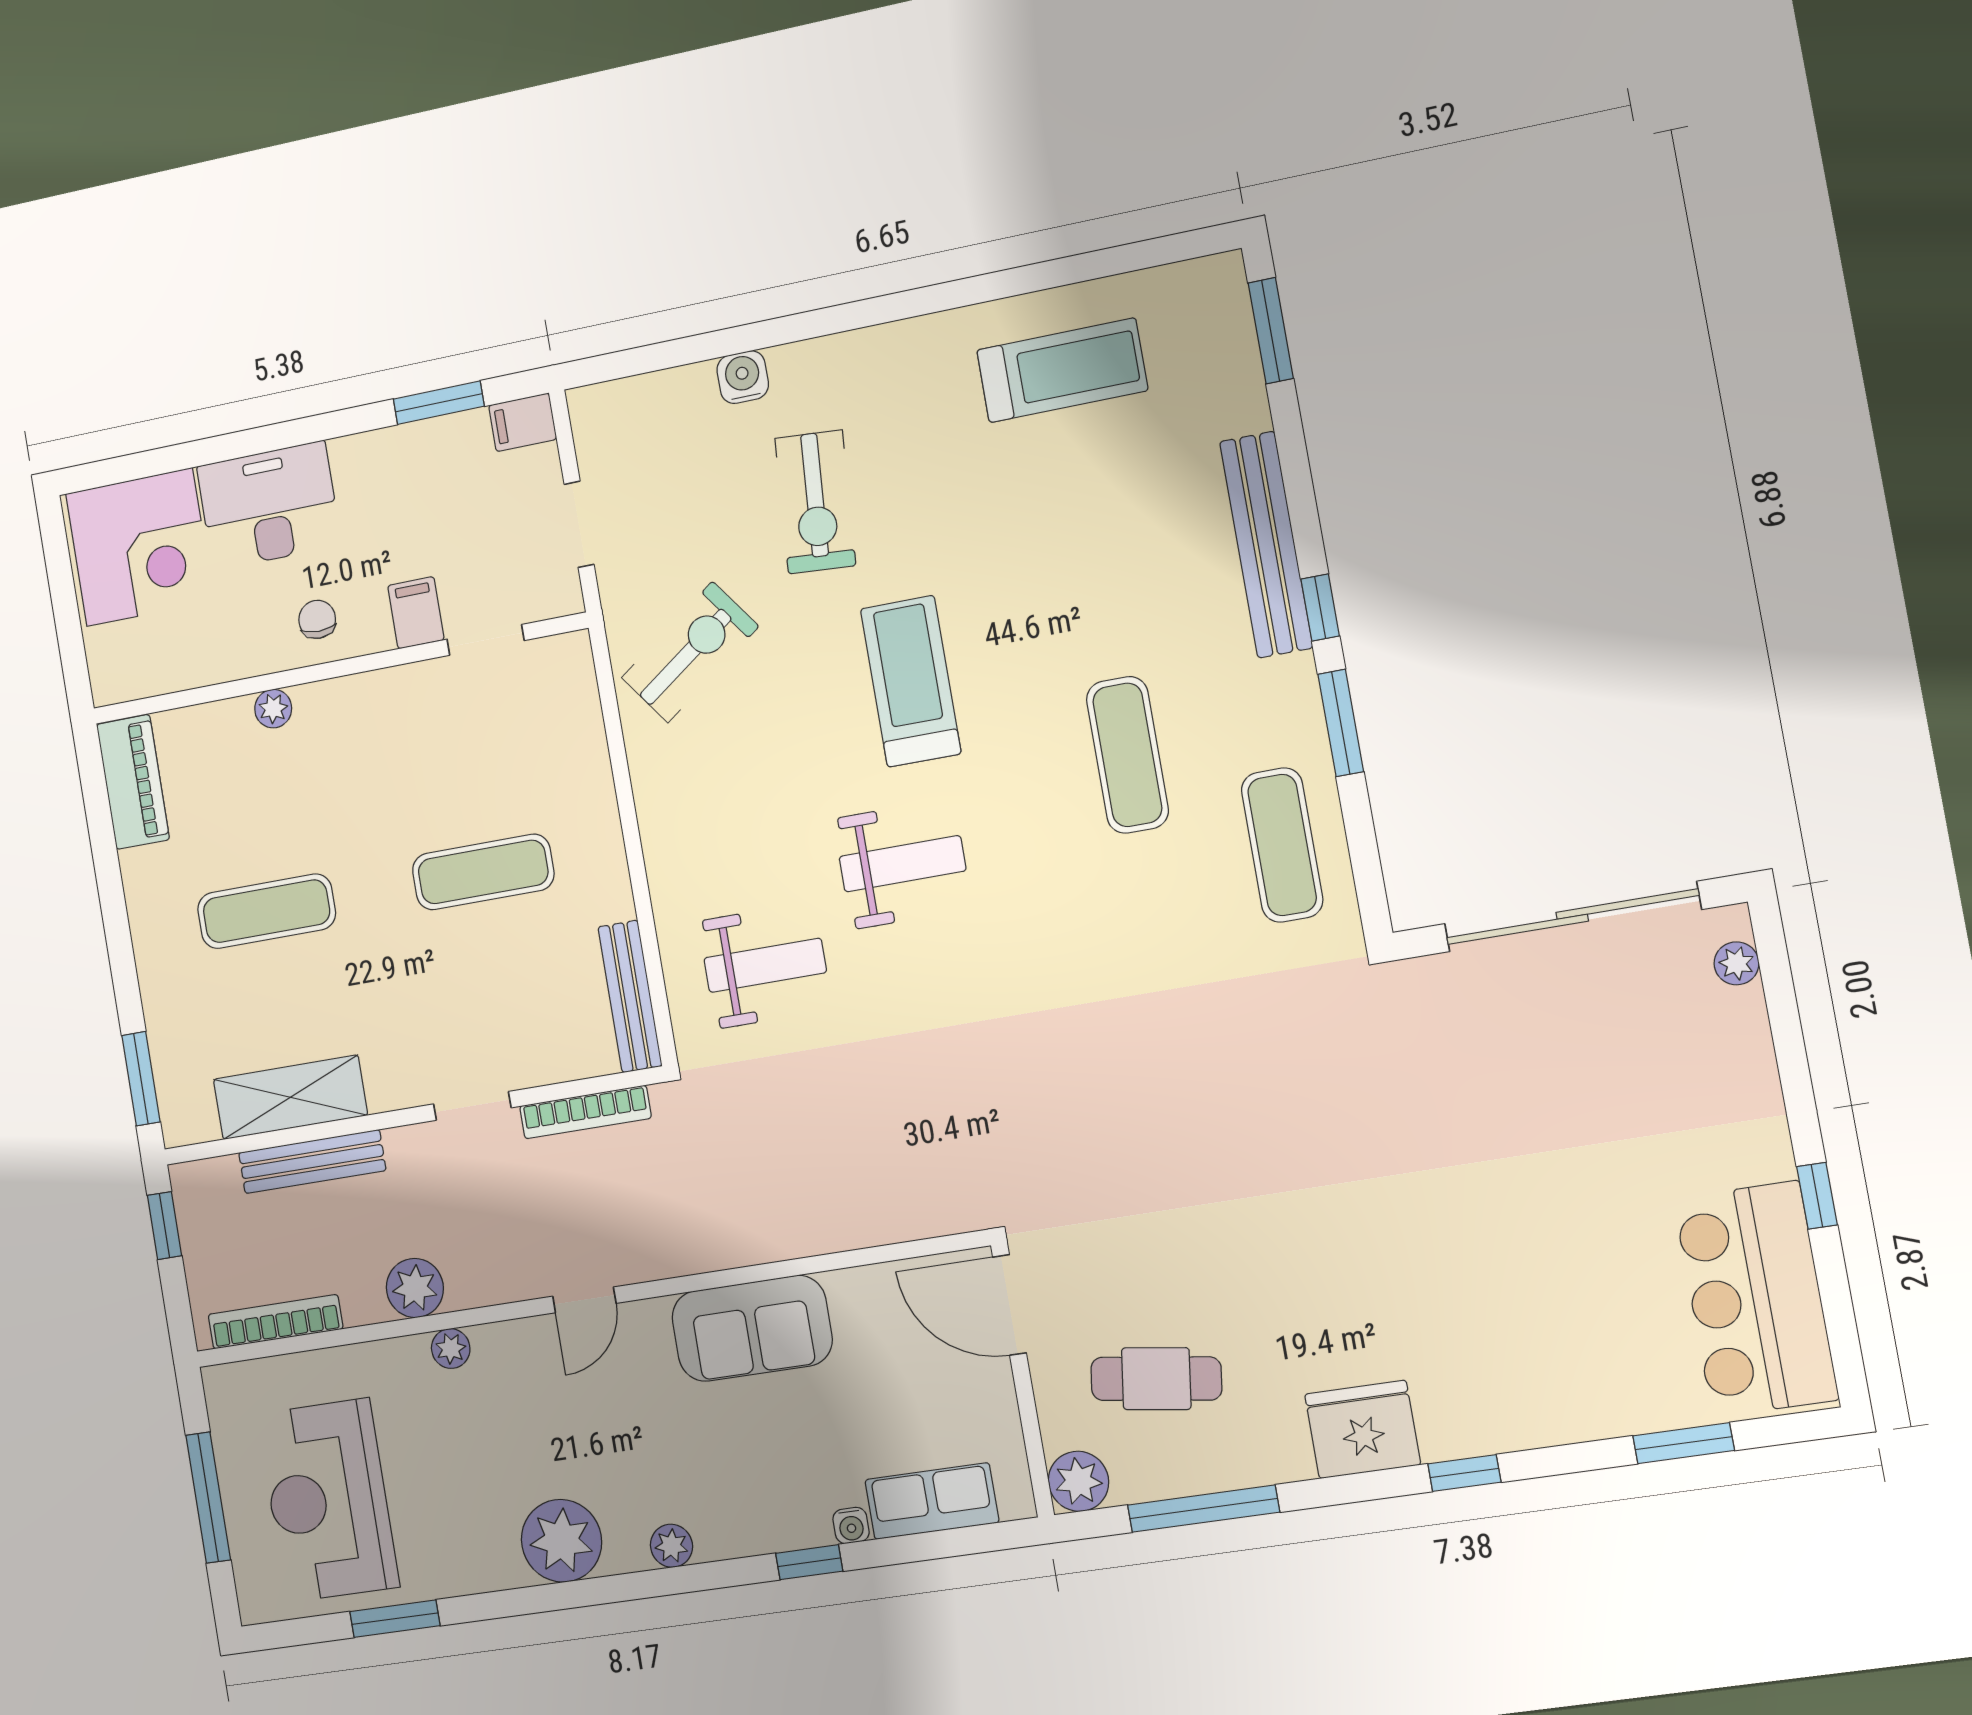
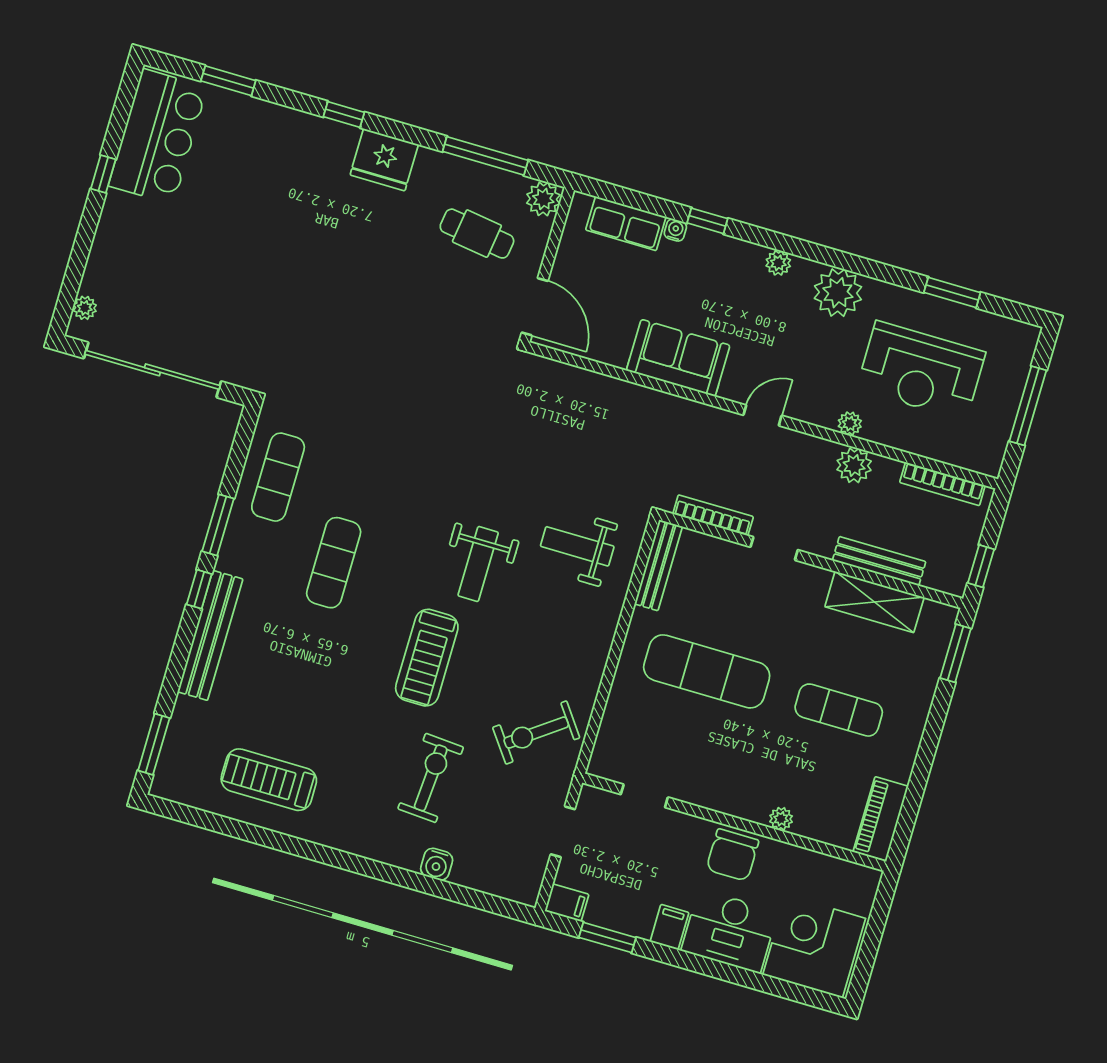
filing cabinet: (416, 613) -> (669, 927), moved, turned 180
chair: (317, 619) -> (733, 855), width x1.87, depth x1.87
weight bench: (902, 864) -> (478, 564), turned -90
exercise mat: (483, 872) -> (707, 671), width x1.36, depth x1.45
reception desk: (328, 1500) -> (921, 371), moved, turned 90

